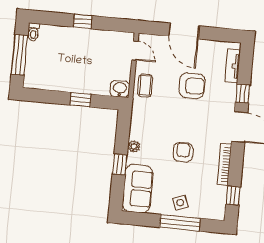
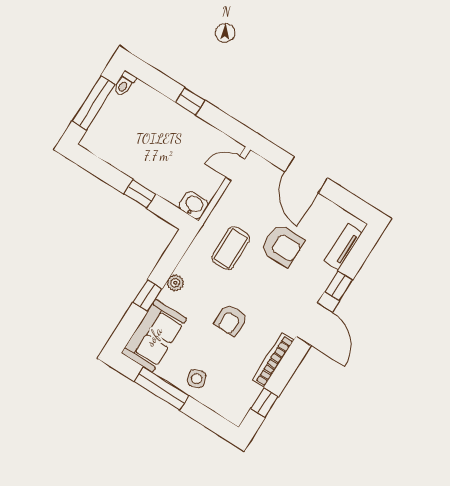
door: (135, 51) -> (235, 168), swing flipped
coffee table: (145, 85) -> (231, 248), moved, width x1.36, depth x1.30
armchair: (183, 152) -> (231, 320), turned 180
window: (180, 223) -> (162, 389), moved

